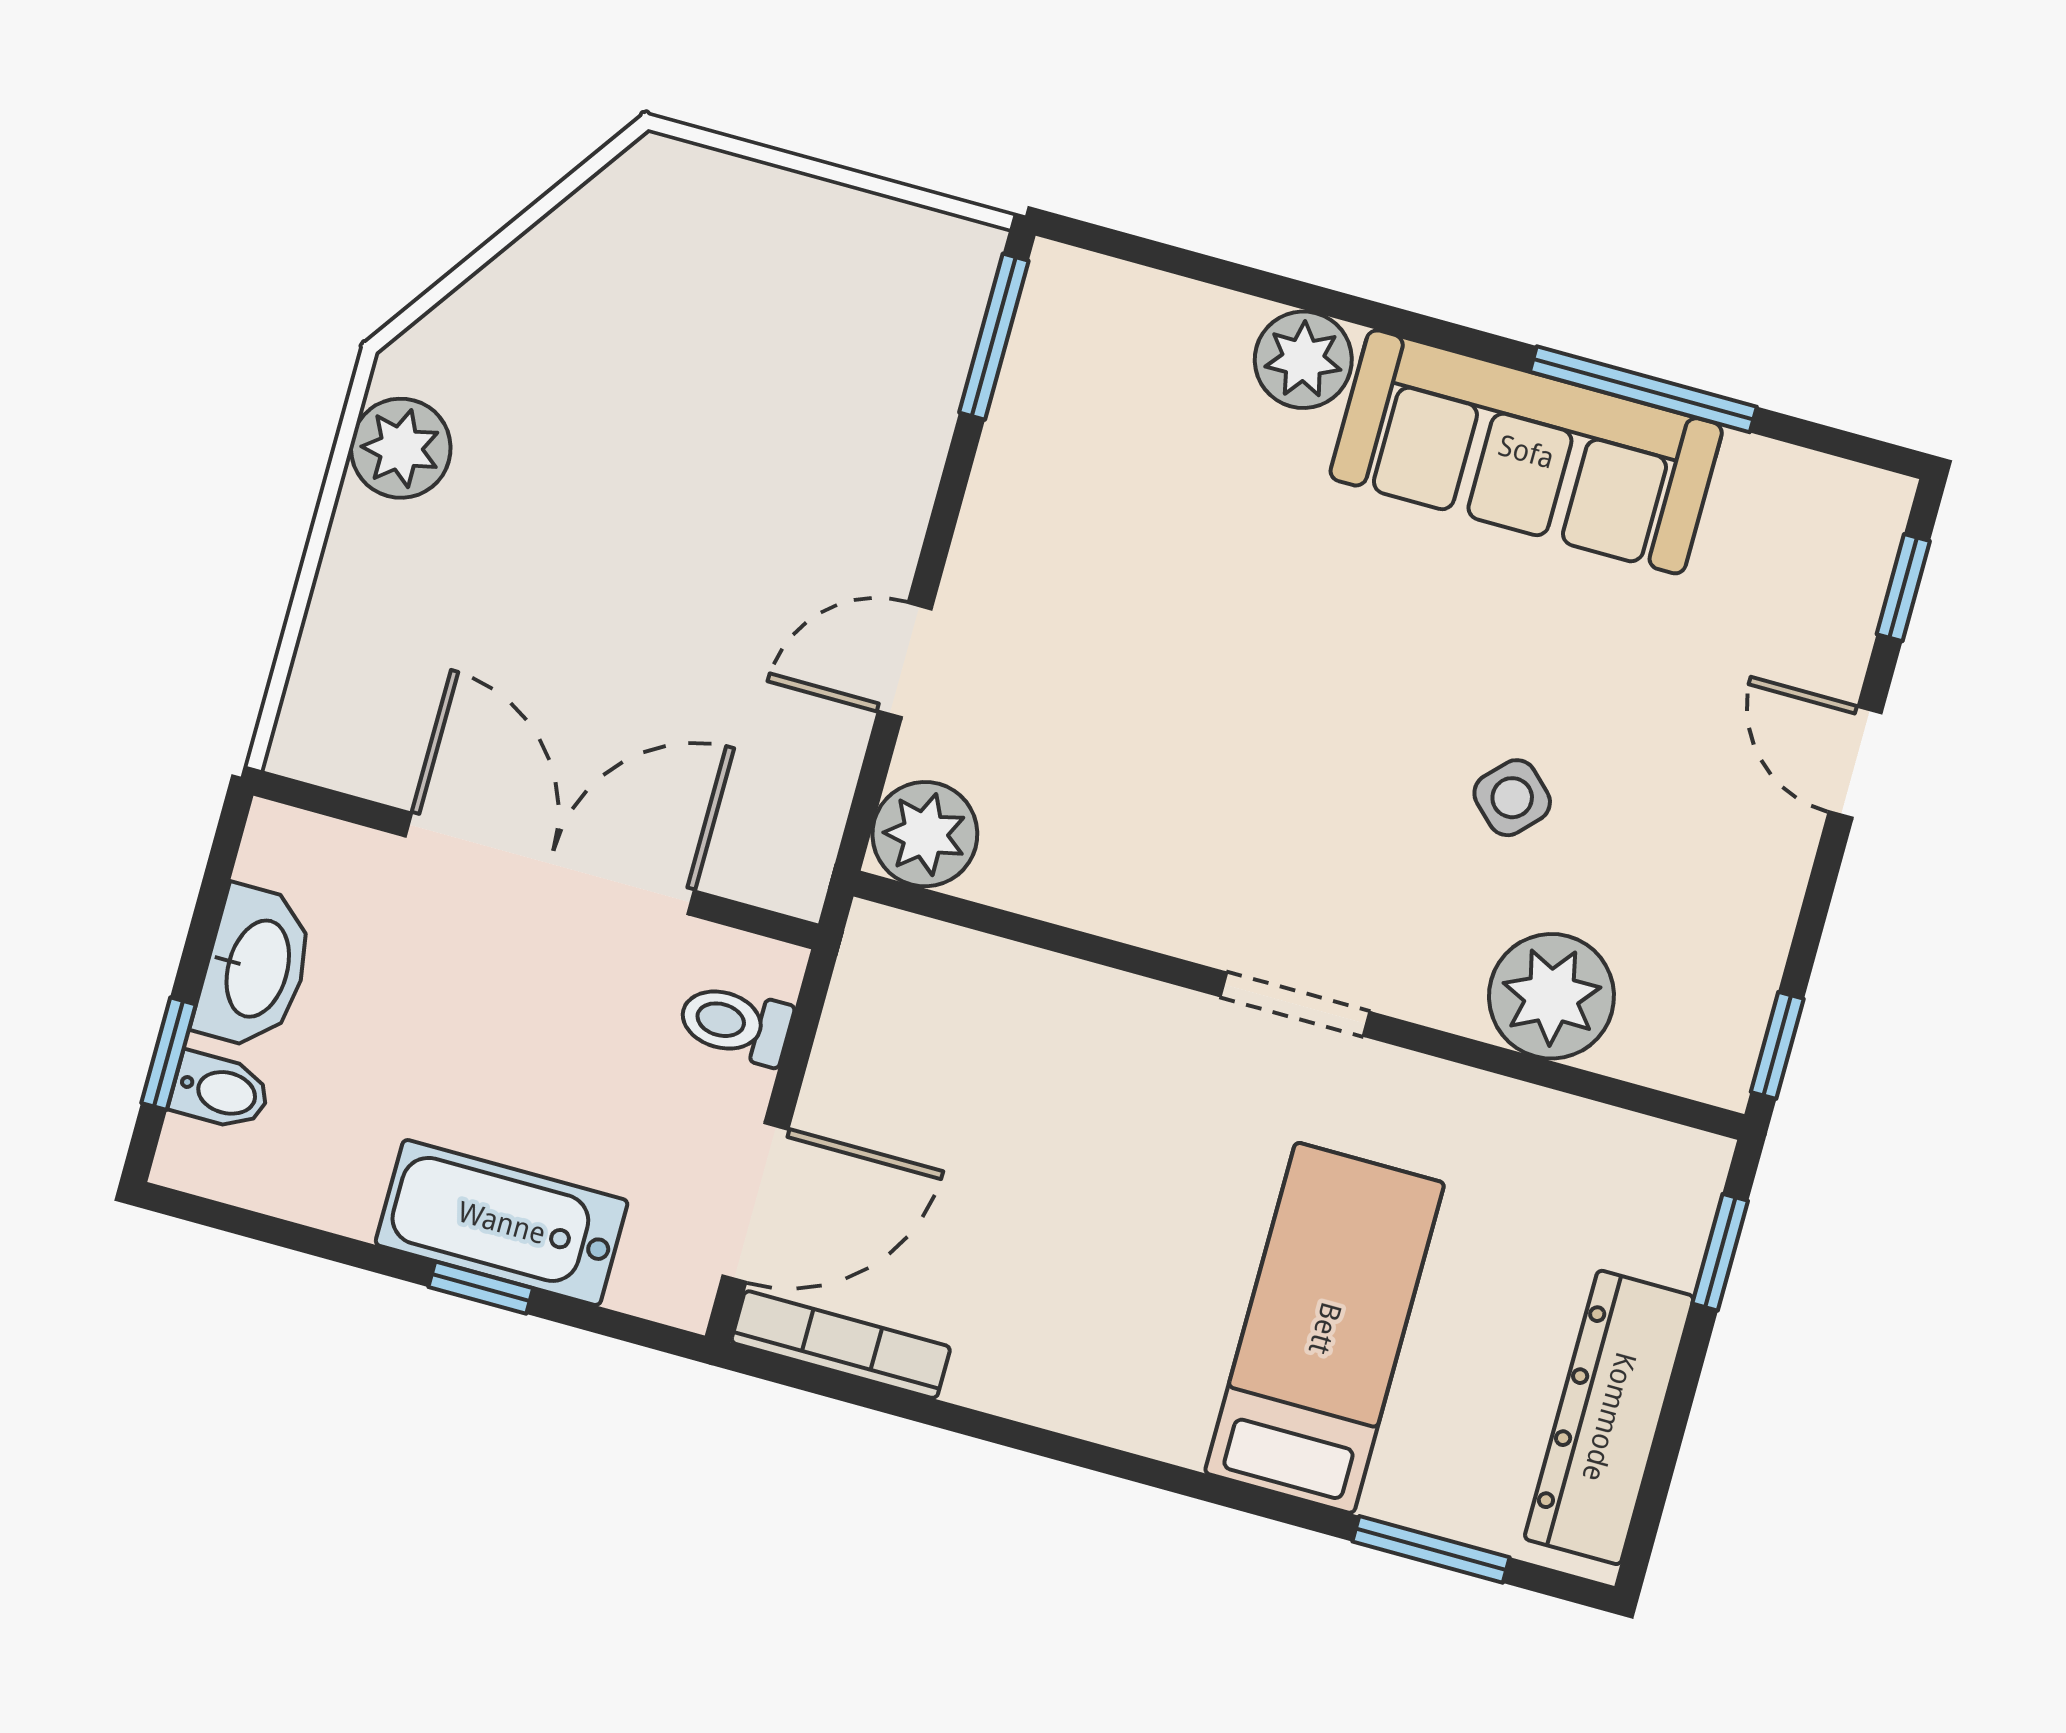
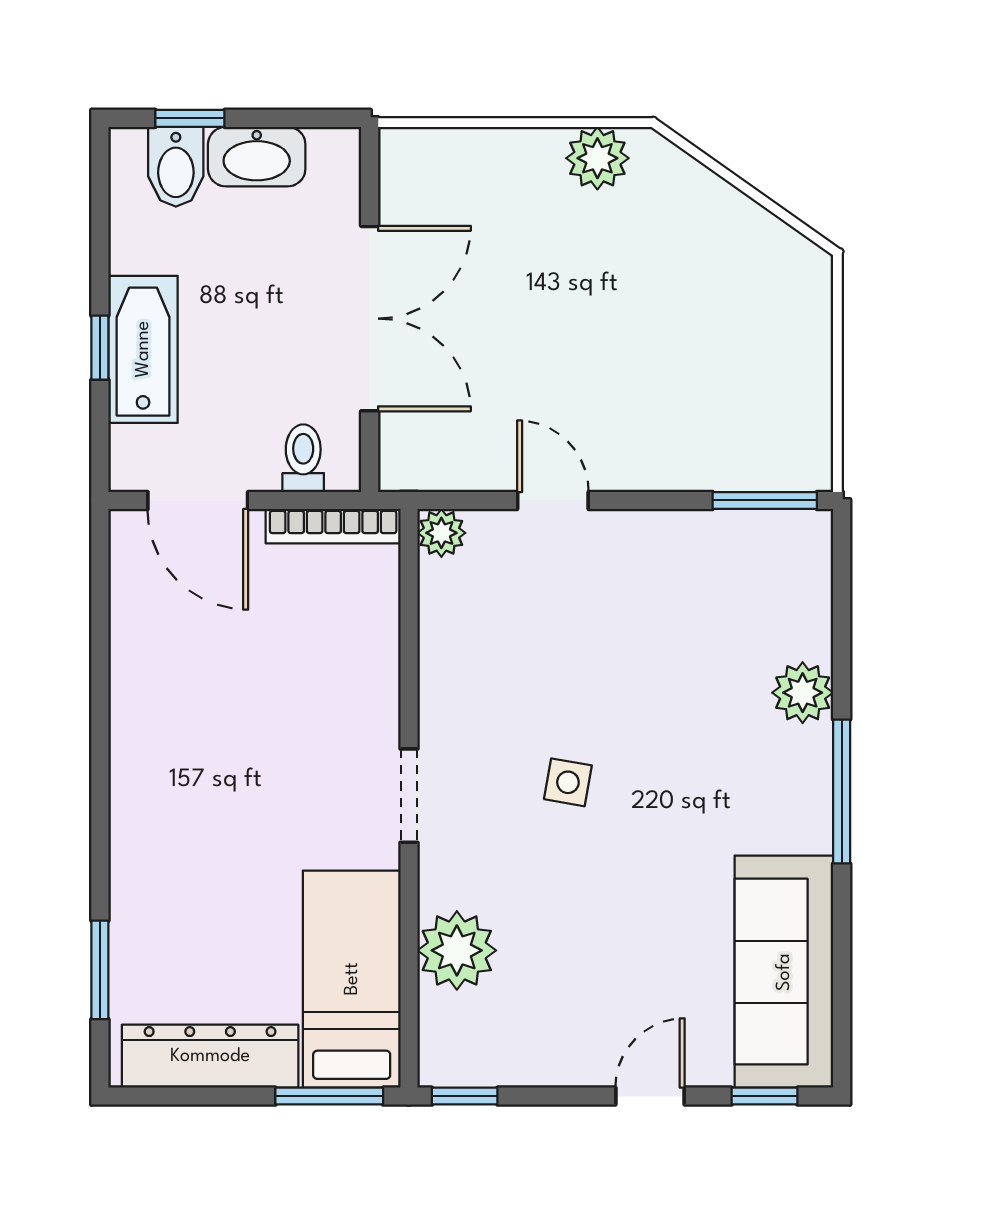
window: (1643, 389) -> (842, 791), moved
sofa: (1526, 452) -> (784, 972), moved
side table: (1512, 798) -> (568, 782), moved, turned -34
plant: (925, 834) -> (441, 533), width x0.73, depth x0.73
bidet: (220, 1091) -> (176, 167), width x1.38, depth x1.36
window: (1720, 1252) -> (329, 1096), width x1.50
bed: (1325, 1328) -> (352, 979), moved, turned -90
bookcase: (841, 1345) -> (333, 526), moved, turned 90

